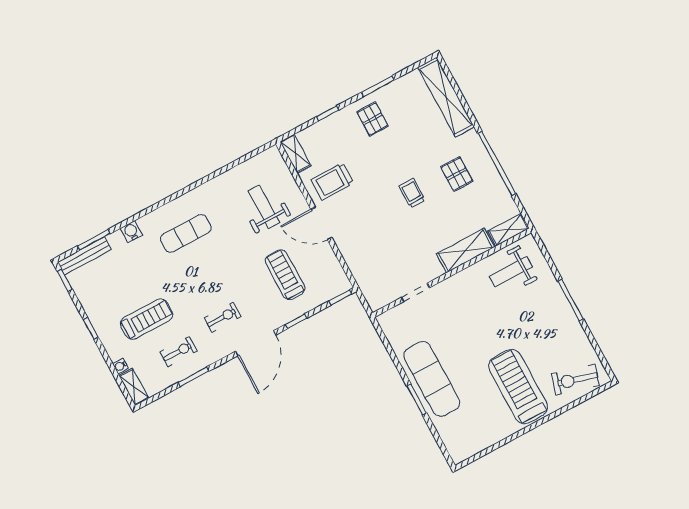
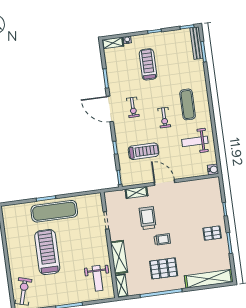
shelving: (296, 154) -> (136, 192), moved
pallet: (457, 174) -> (164, 268), width x1.50, depth x1.42
trolley: (332, 181) -> (148, 218), moved
weight bench: (264, 207) -> (195, 141), moved, turned 180
door: (321, 223) -> (165, 182), hinge flipped
water cooler: (131, 232) -> (213, 169), moved
weight bench: (511, 272) -> (98, 278), turned 180
treadmill: (147, 319) -> (148, 64), turned 180
door: (255, 343) -> (110, 109), moved
exercise bike: (179, 352) -> (164, 118), moved
treadmill: (518, 387) -> (47, 252), moved, turned -90

